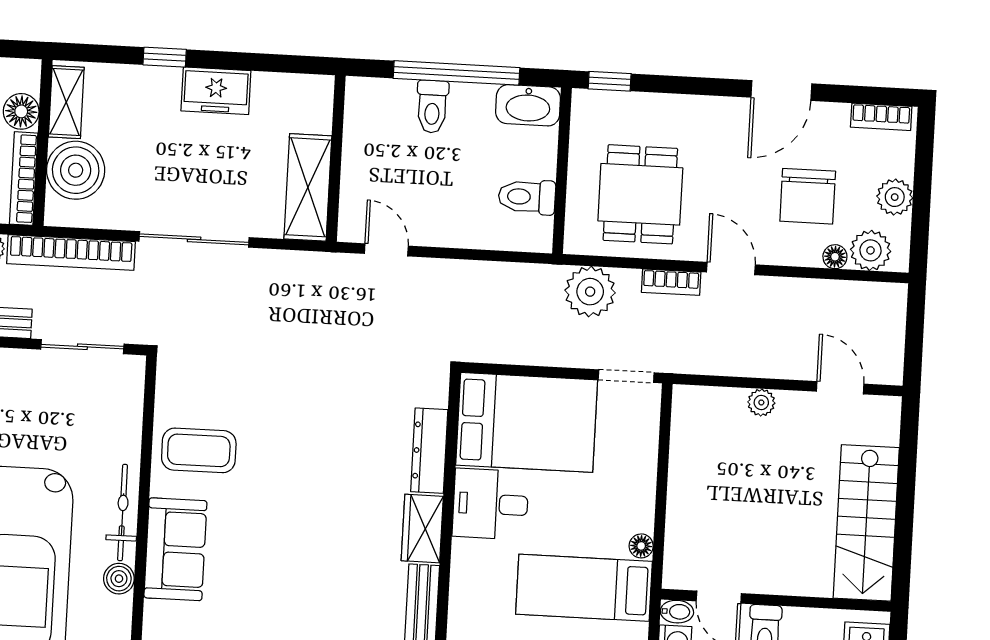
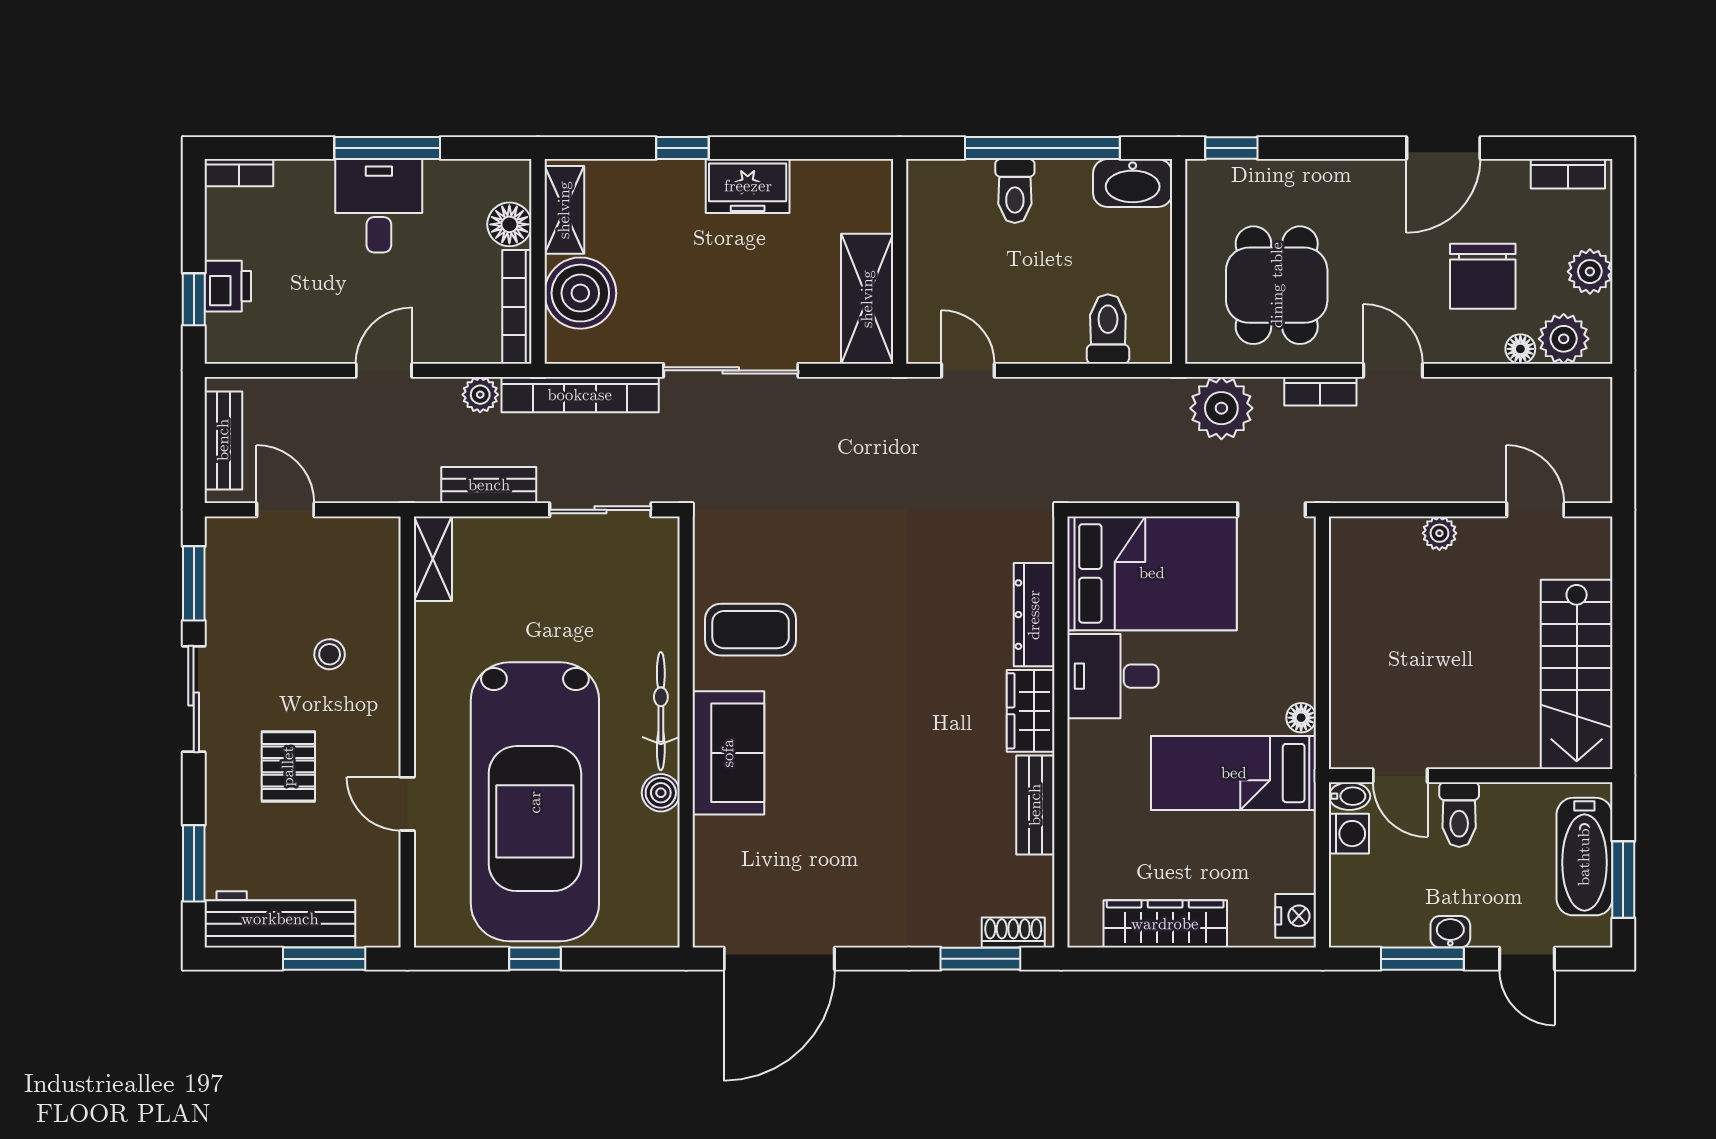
toilet: (527, 197) -> (1108, 329), moved, turned 90

